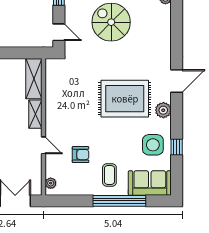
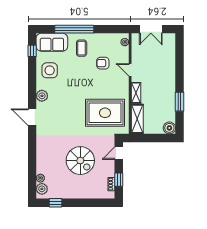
door: (59, 32) -> (119, 153), hinge flipped
door: (177, 81) -> (32, 117), hinge flipped
rug: (125, 99) -> (105, 113), moved
window: (177, 147) -> (32, 51), moved

